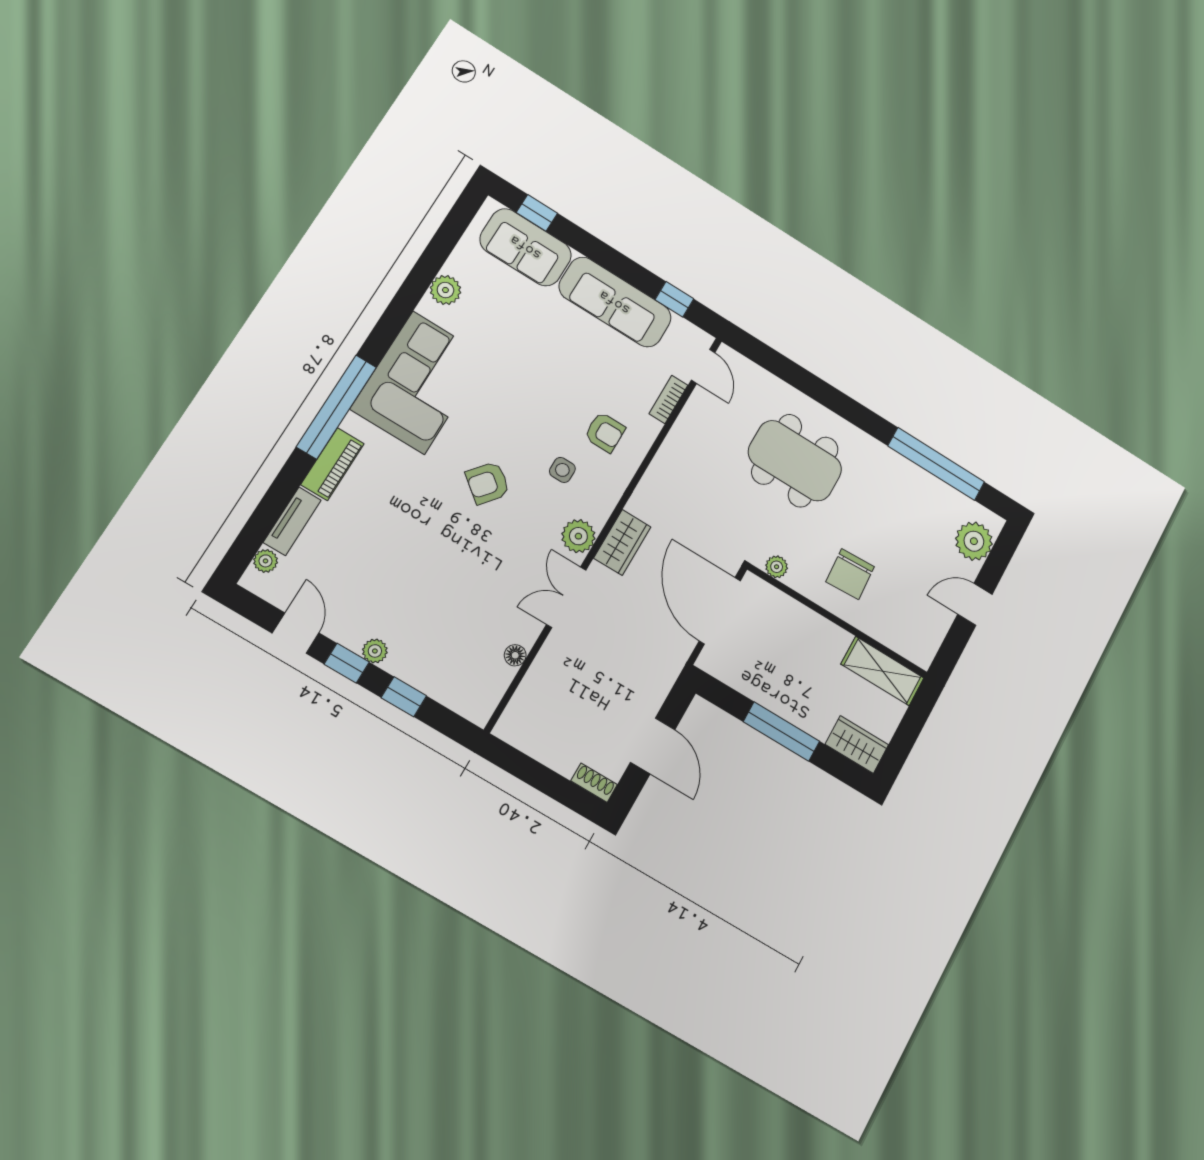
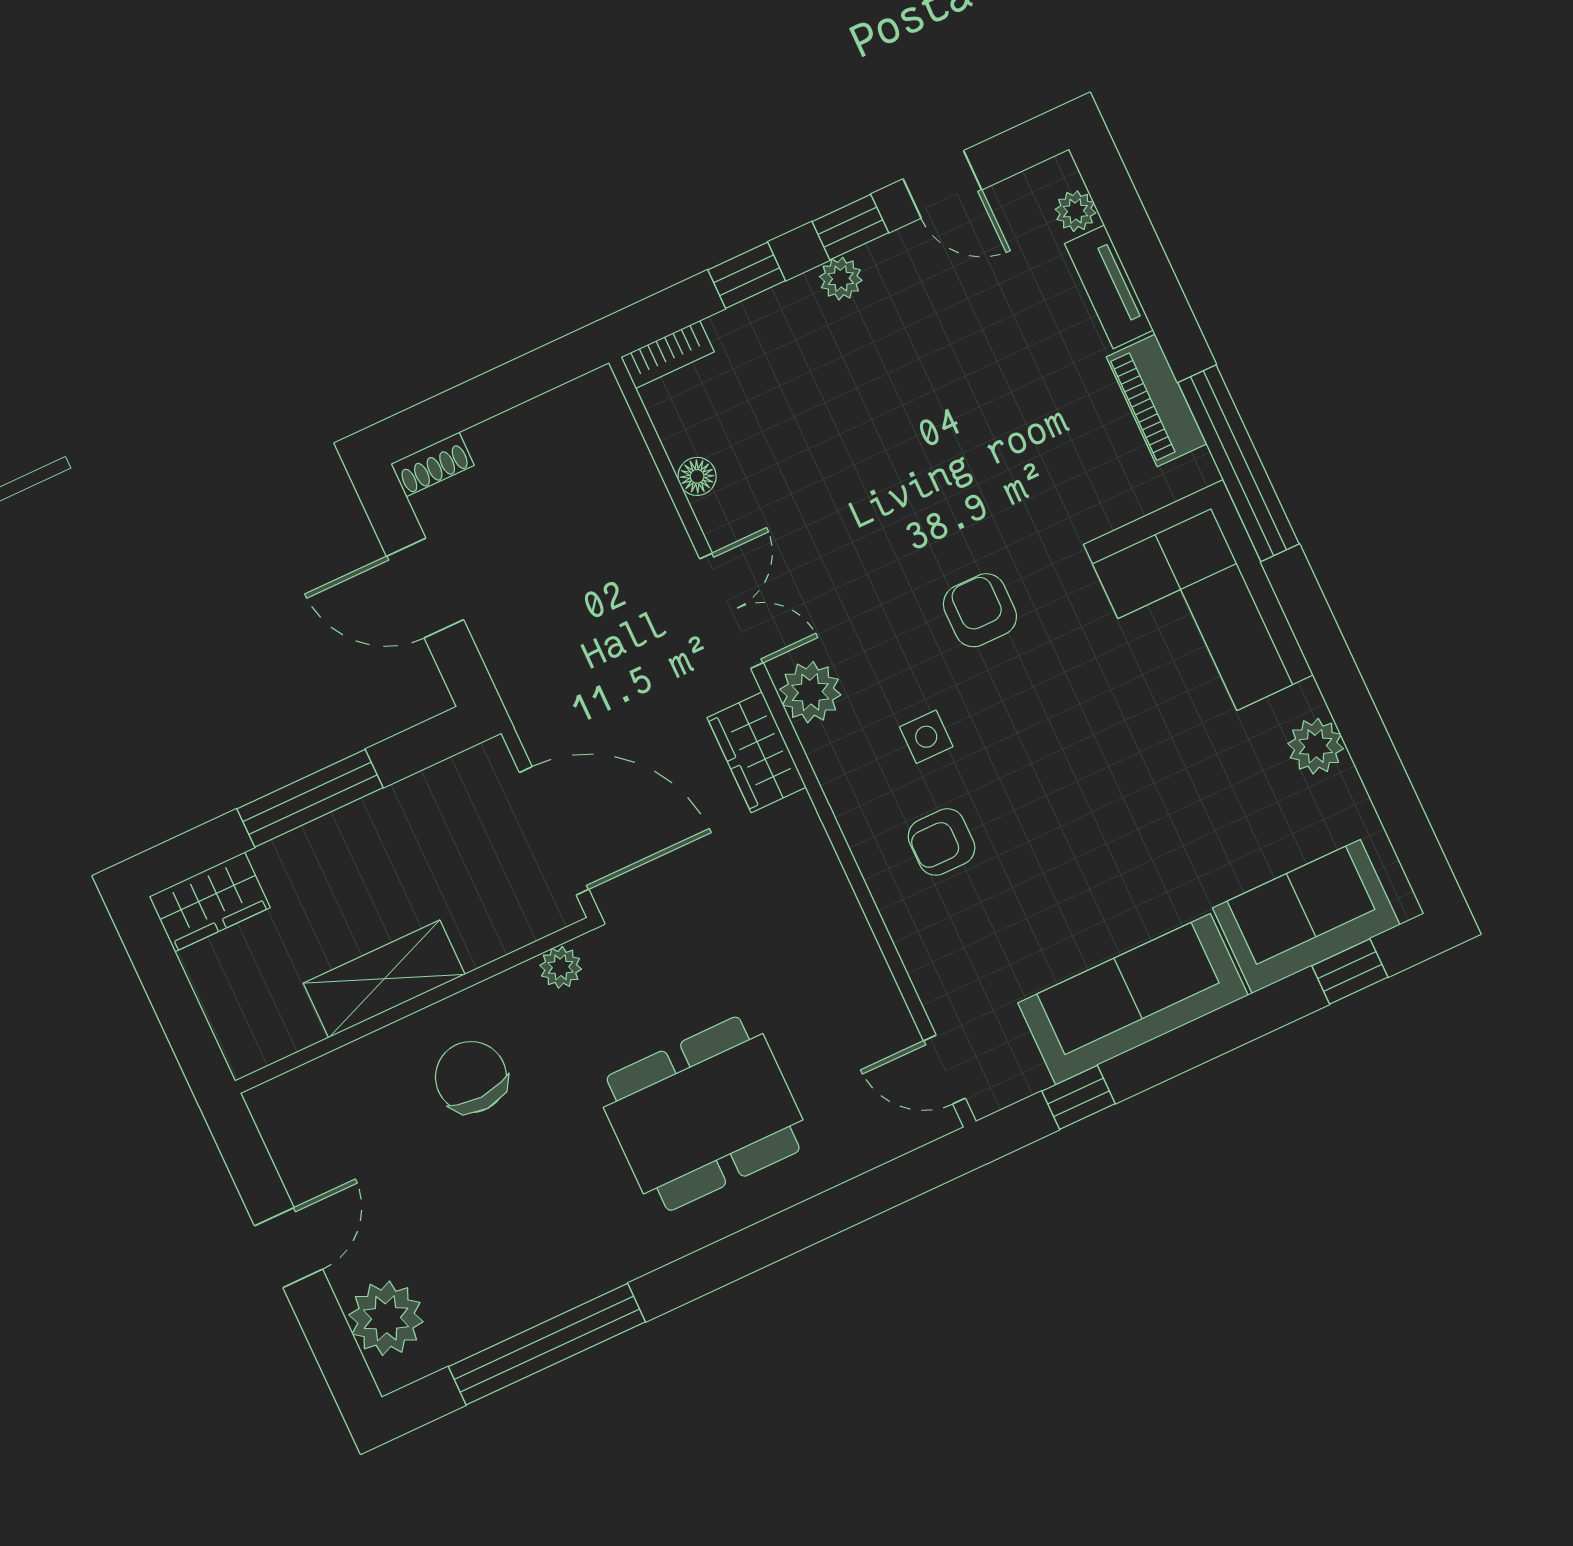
bookcase: (668, 400) -> (668, 354), moved, turned 90
armchair: (488, 483) -> (980, 610), turned -39
shelving: (882, 671) -> (384, 979), moved

